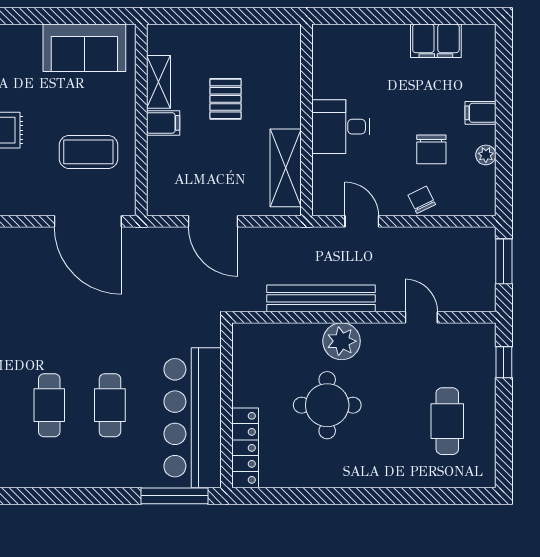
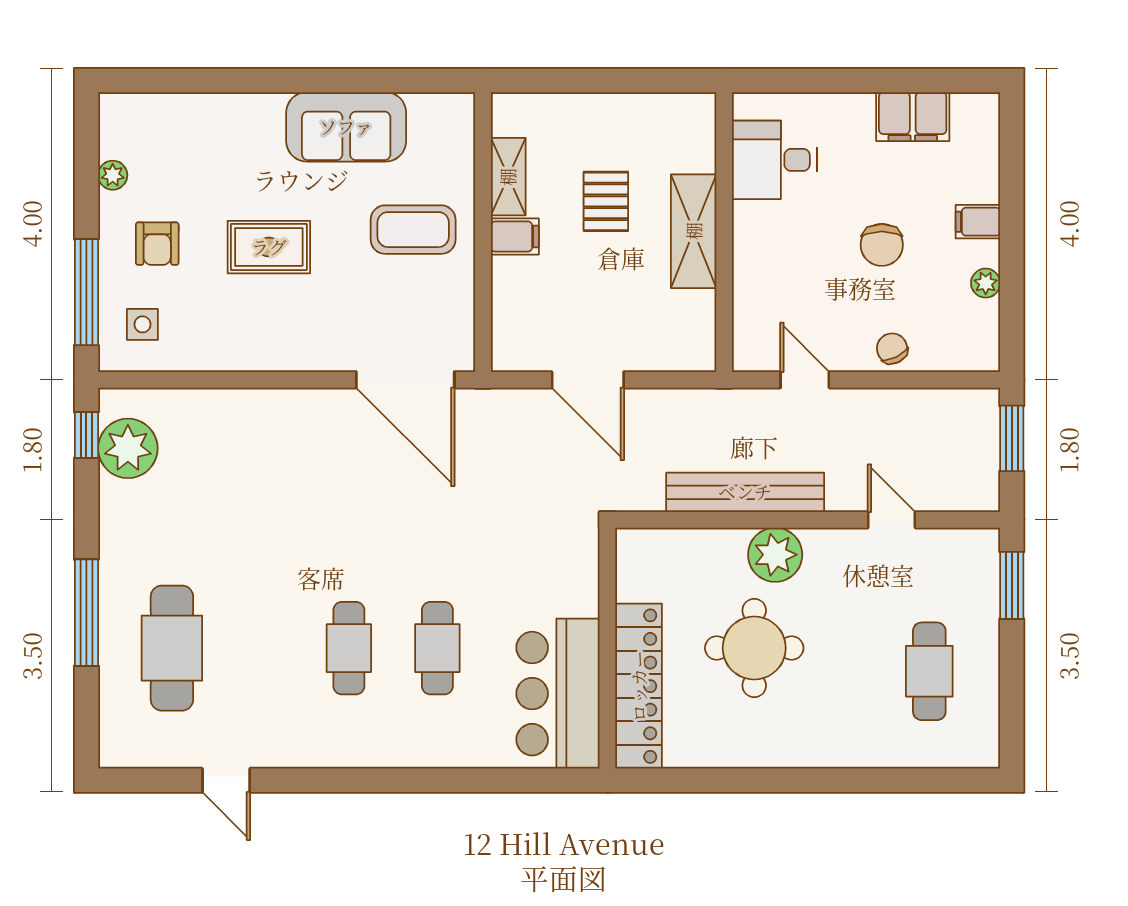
sofa: (84, 48) -> (346, 127), moved
desk: (341, 127) -> (774, 160), moved
chair: (431, 149) -> (882, 245), moved
coffee table: (88, 152) -> (413, 230), moved
shelving: (286, 168) -> (694, 231), moved
window: (504, 362) -> (1012, 585), width x1.50
bar counter: (193, 418) -> (558, 694), width x0.73
locker: (245, 448) -> (639, 686), width x1.41, depth x1.21
window: (174, 496) -> (531, 780), removed

